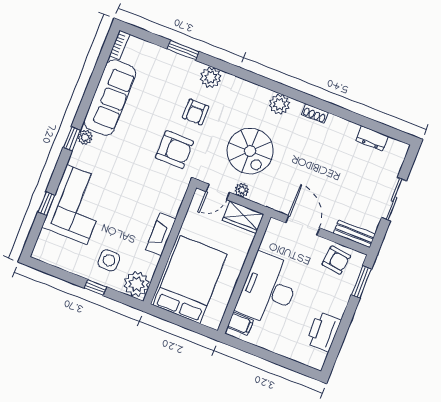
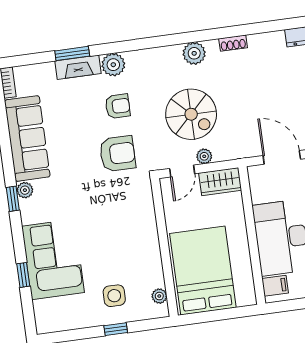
armchair: (196, 112) -> (118, 106), turned -90
fireplace: (161, 234) -> (78, 67), moved, turned -90
plant: (137, 284) -> (159, 296), width x0.53, depth x0.53

